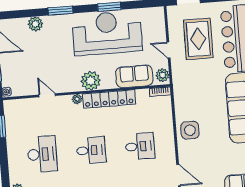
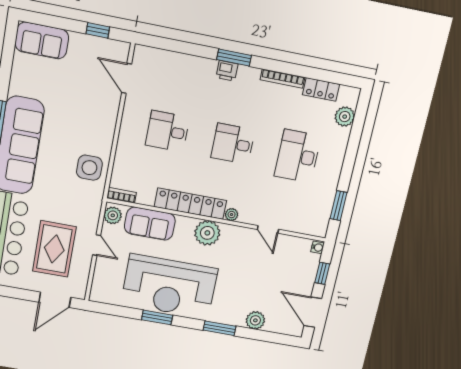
side table: (190, 130) -> (89, 168), moved

